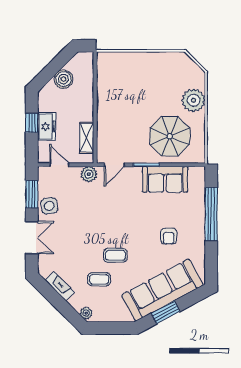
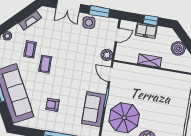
shelving: (87, 138) -> (150, 61), moved

